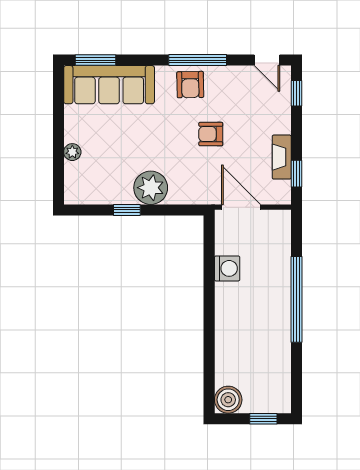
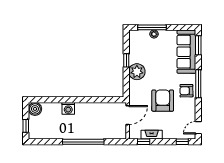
window: (198, 60) -> (198, 84), moved
armchair: (211, 134) -> (163, 101), width x1.88, depth x1.88
window: (58, 156) -> (152, 27), added
washing machine: (227, 268) -> (68, 108), moved

